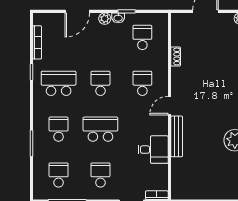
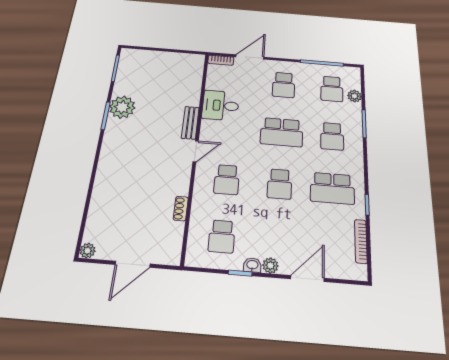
bench: (177, 136) -> (190, 123), width x0.73
plant: (39, 170) -> (354, 96), added

